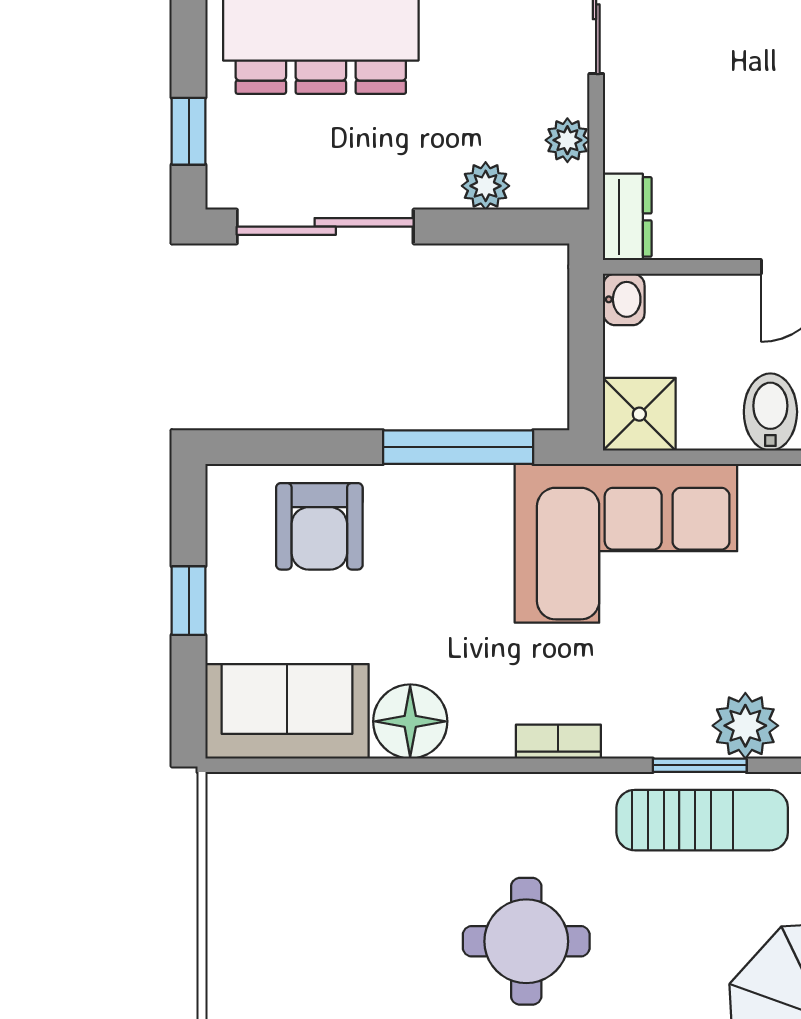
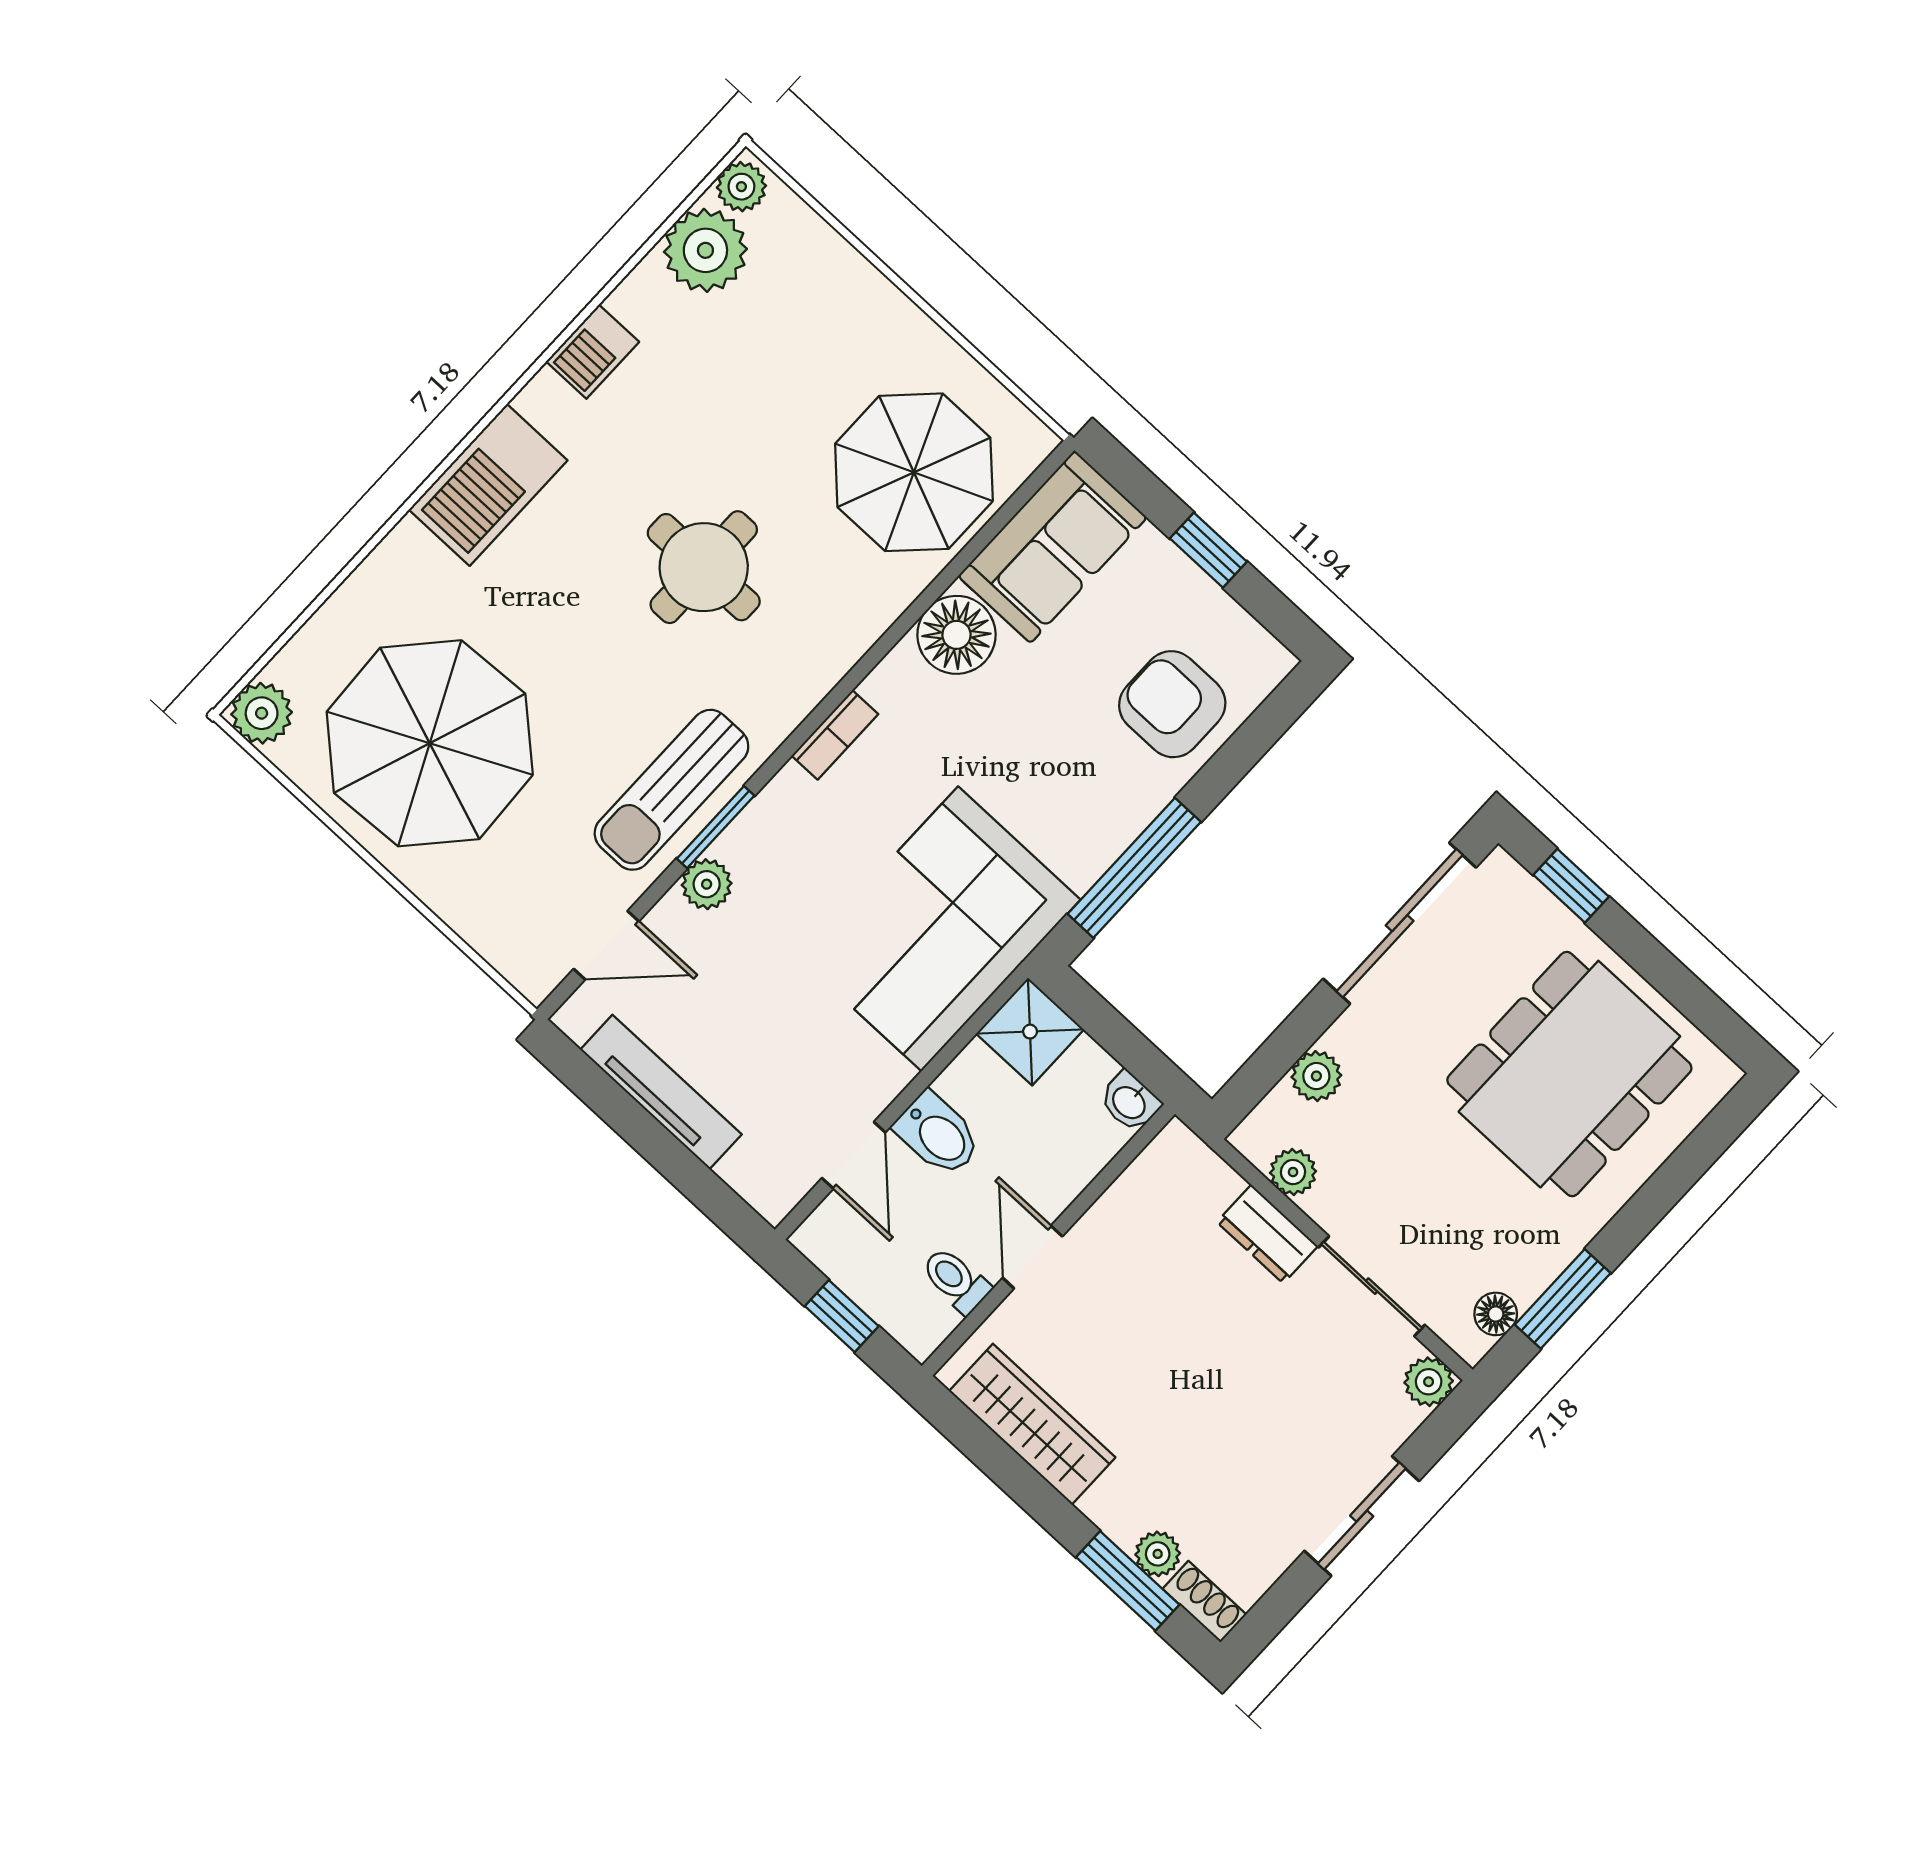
dresser: (627, 217) -> (1267, 1234), moved
plant: (745, 726) -> (707, 884), width x0.73, depth x0.73
parasol: (324, 856) -> (914, 472), added

